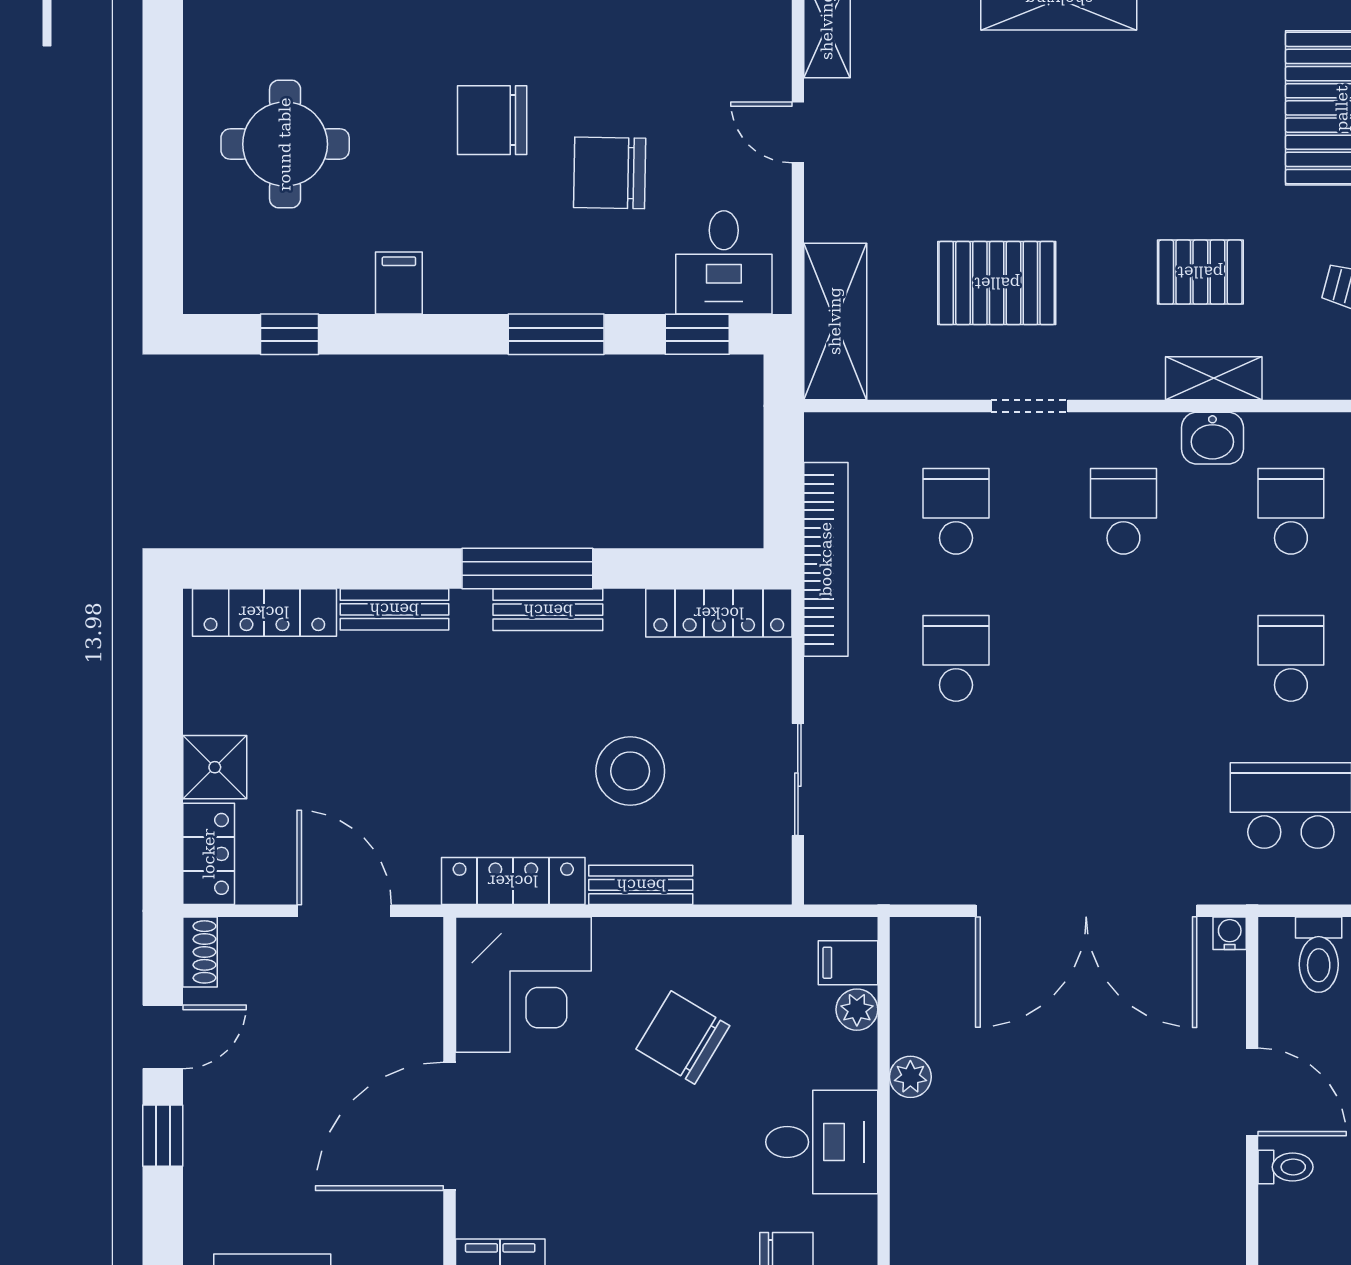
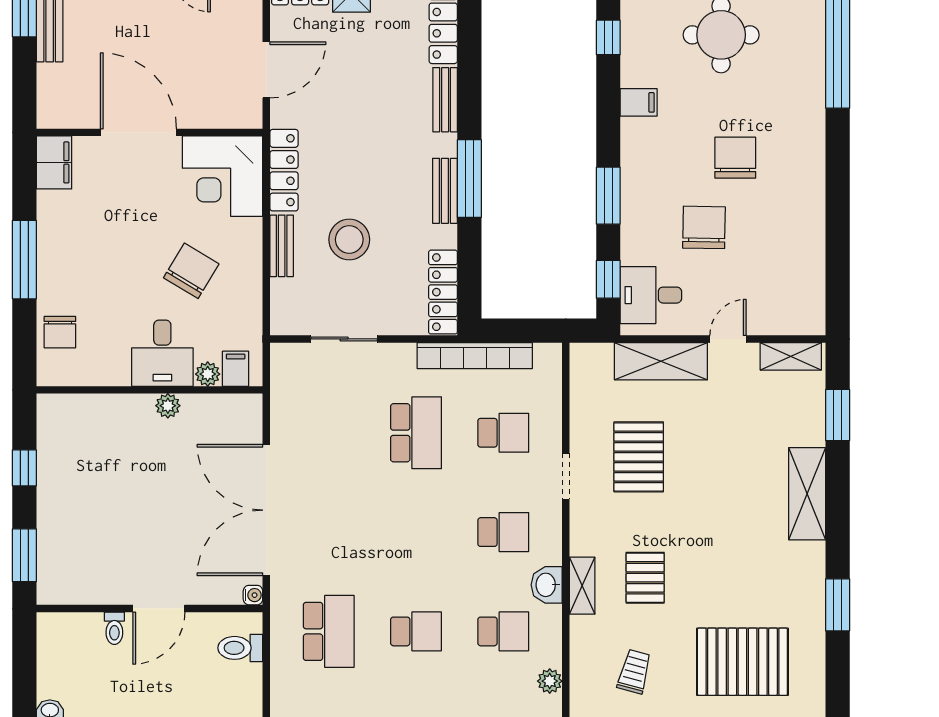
shelving: (835, 321) -> (661, 361), moved
school desk: (956, 658) -> (416, 433), width x1.85
desk: (822, 1142) -> (162, 353), moved

